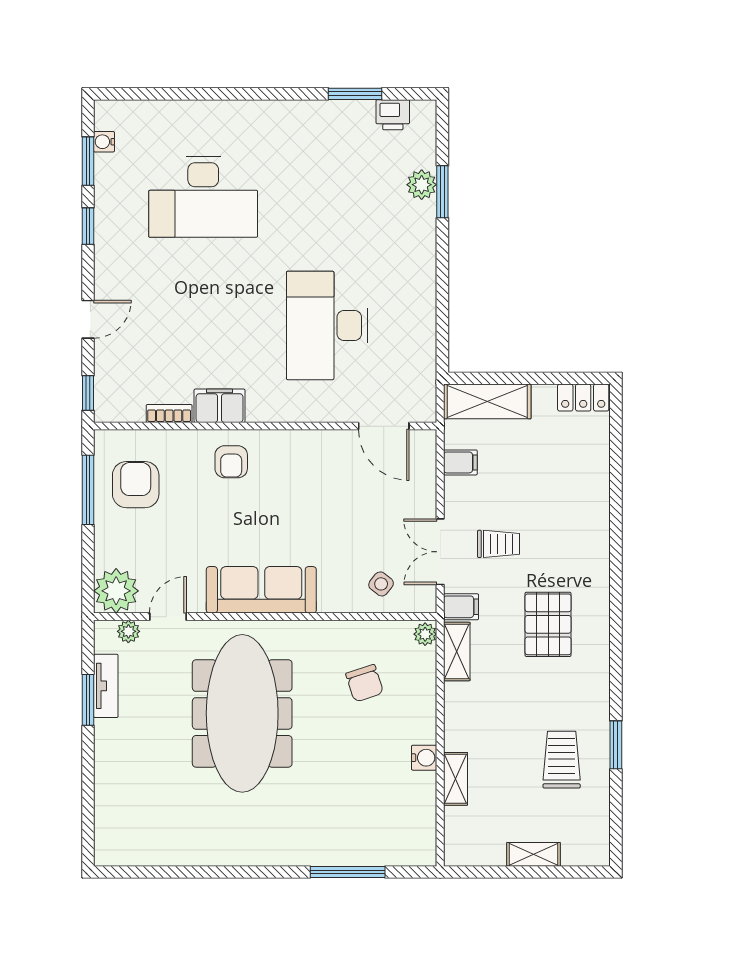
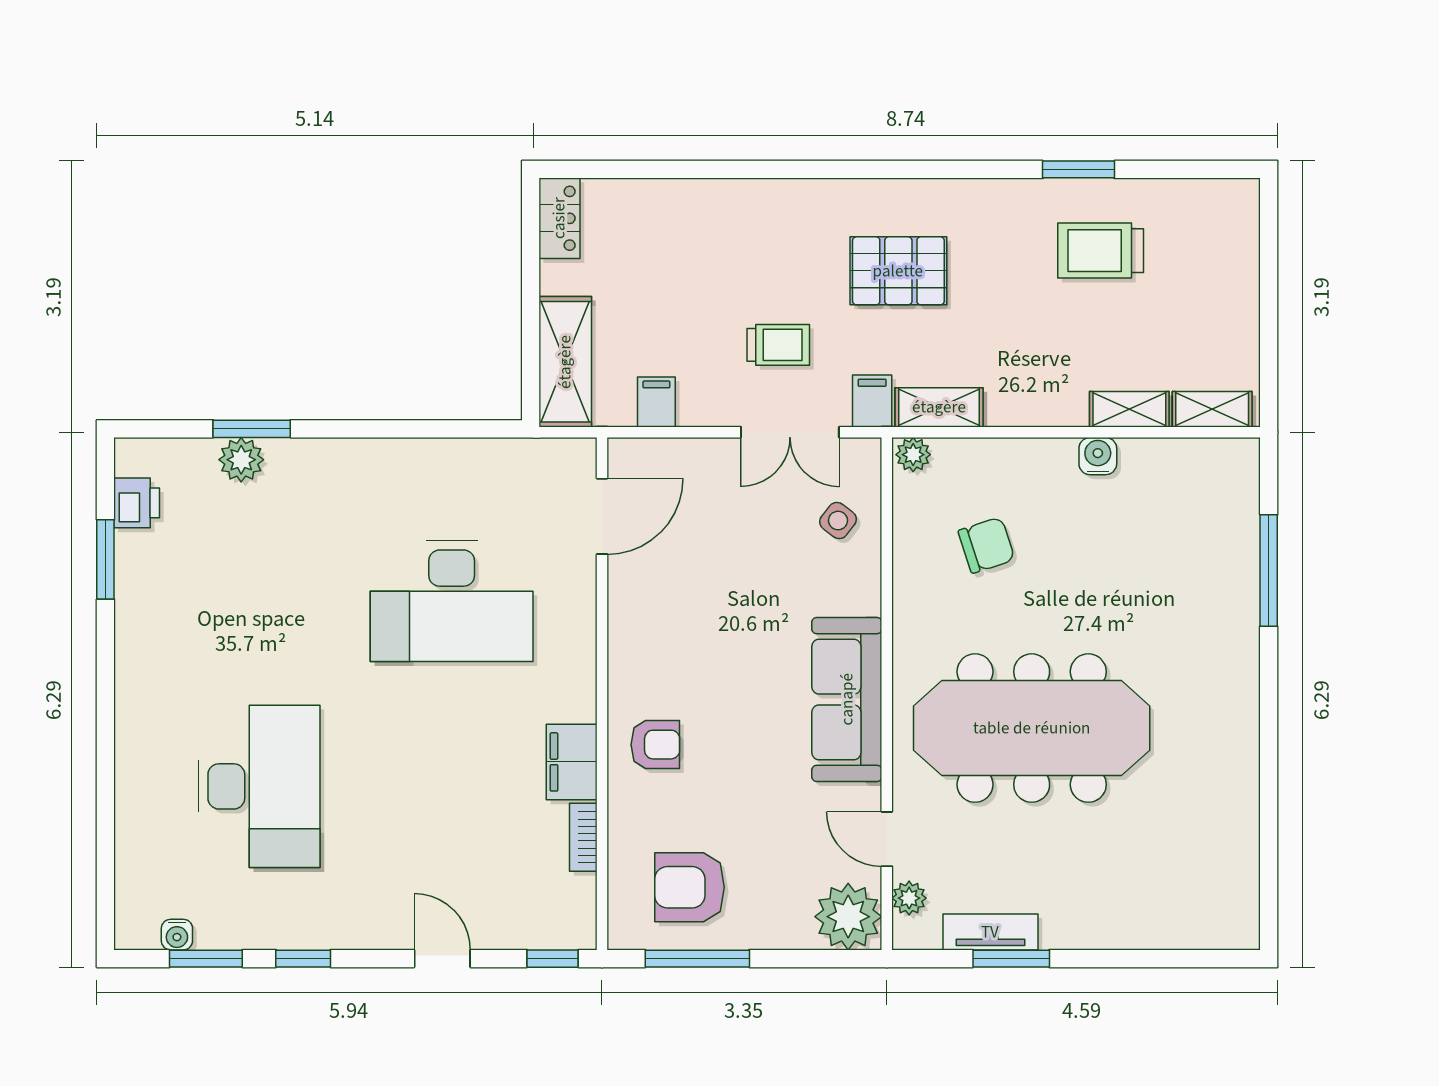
trolley: (499, 544) -> (778, 345), turned 90
shelving: (534, 854) -> (1212, 409), moved, turned 90

